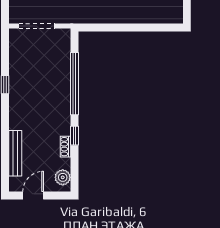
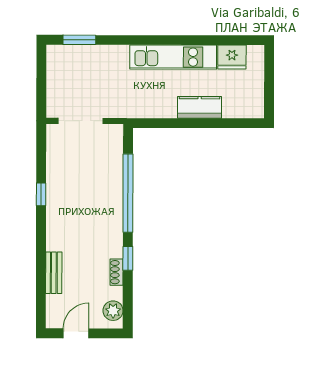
kitchen counter: (131, 15) -> (200, 107), added
bench: (15, 153) -> (54, 273), width x0.73

